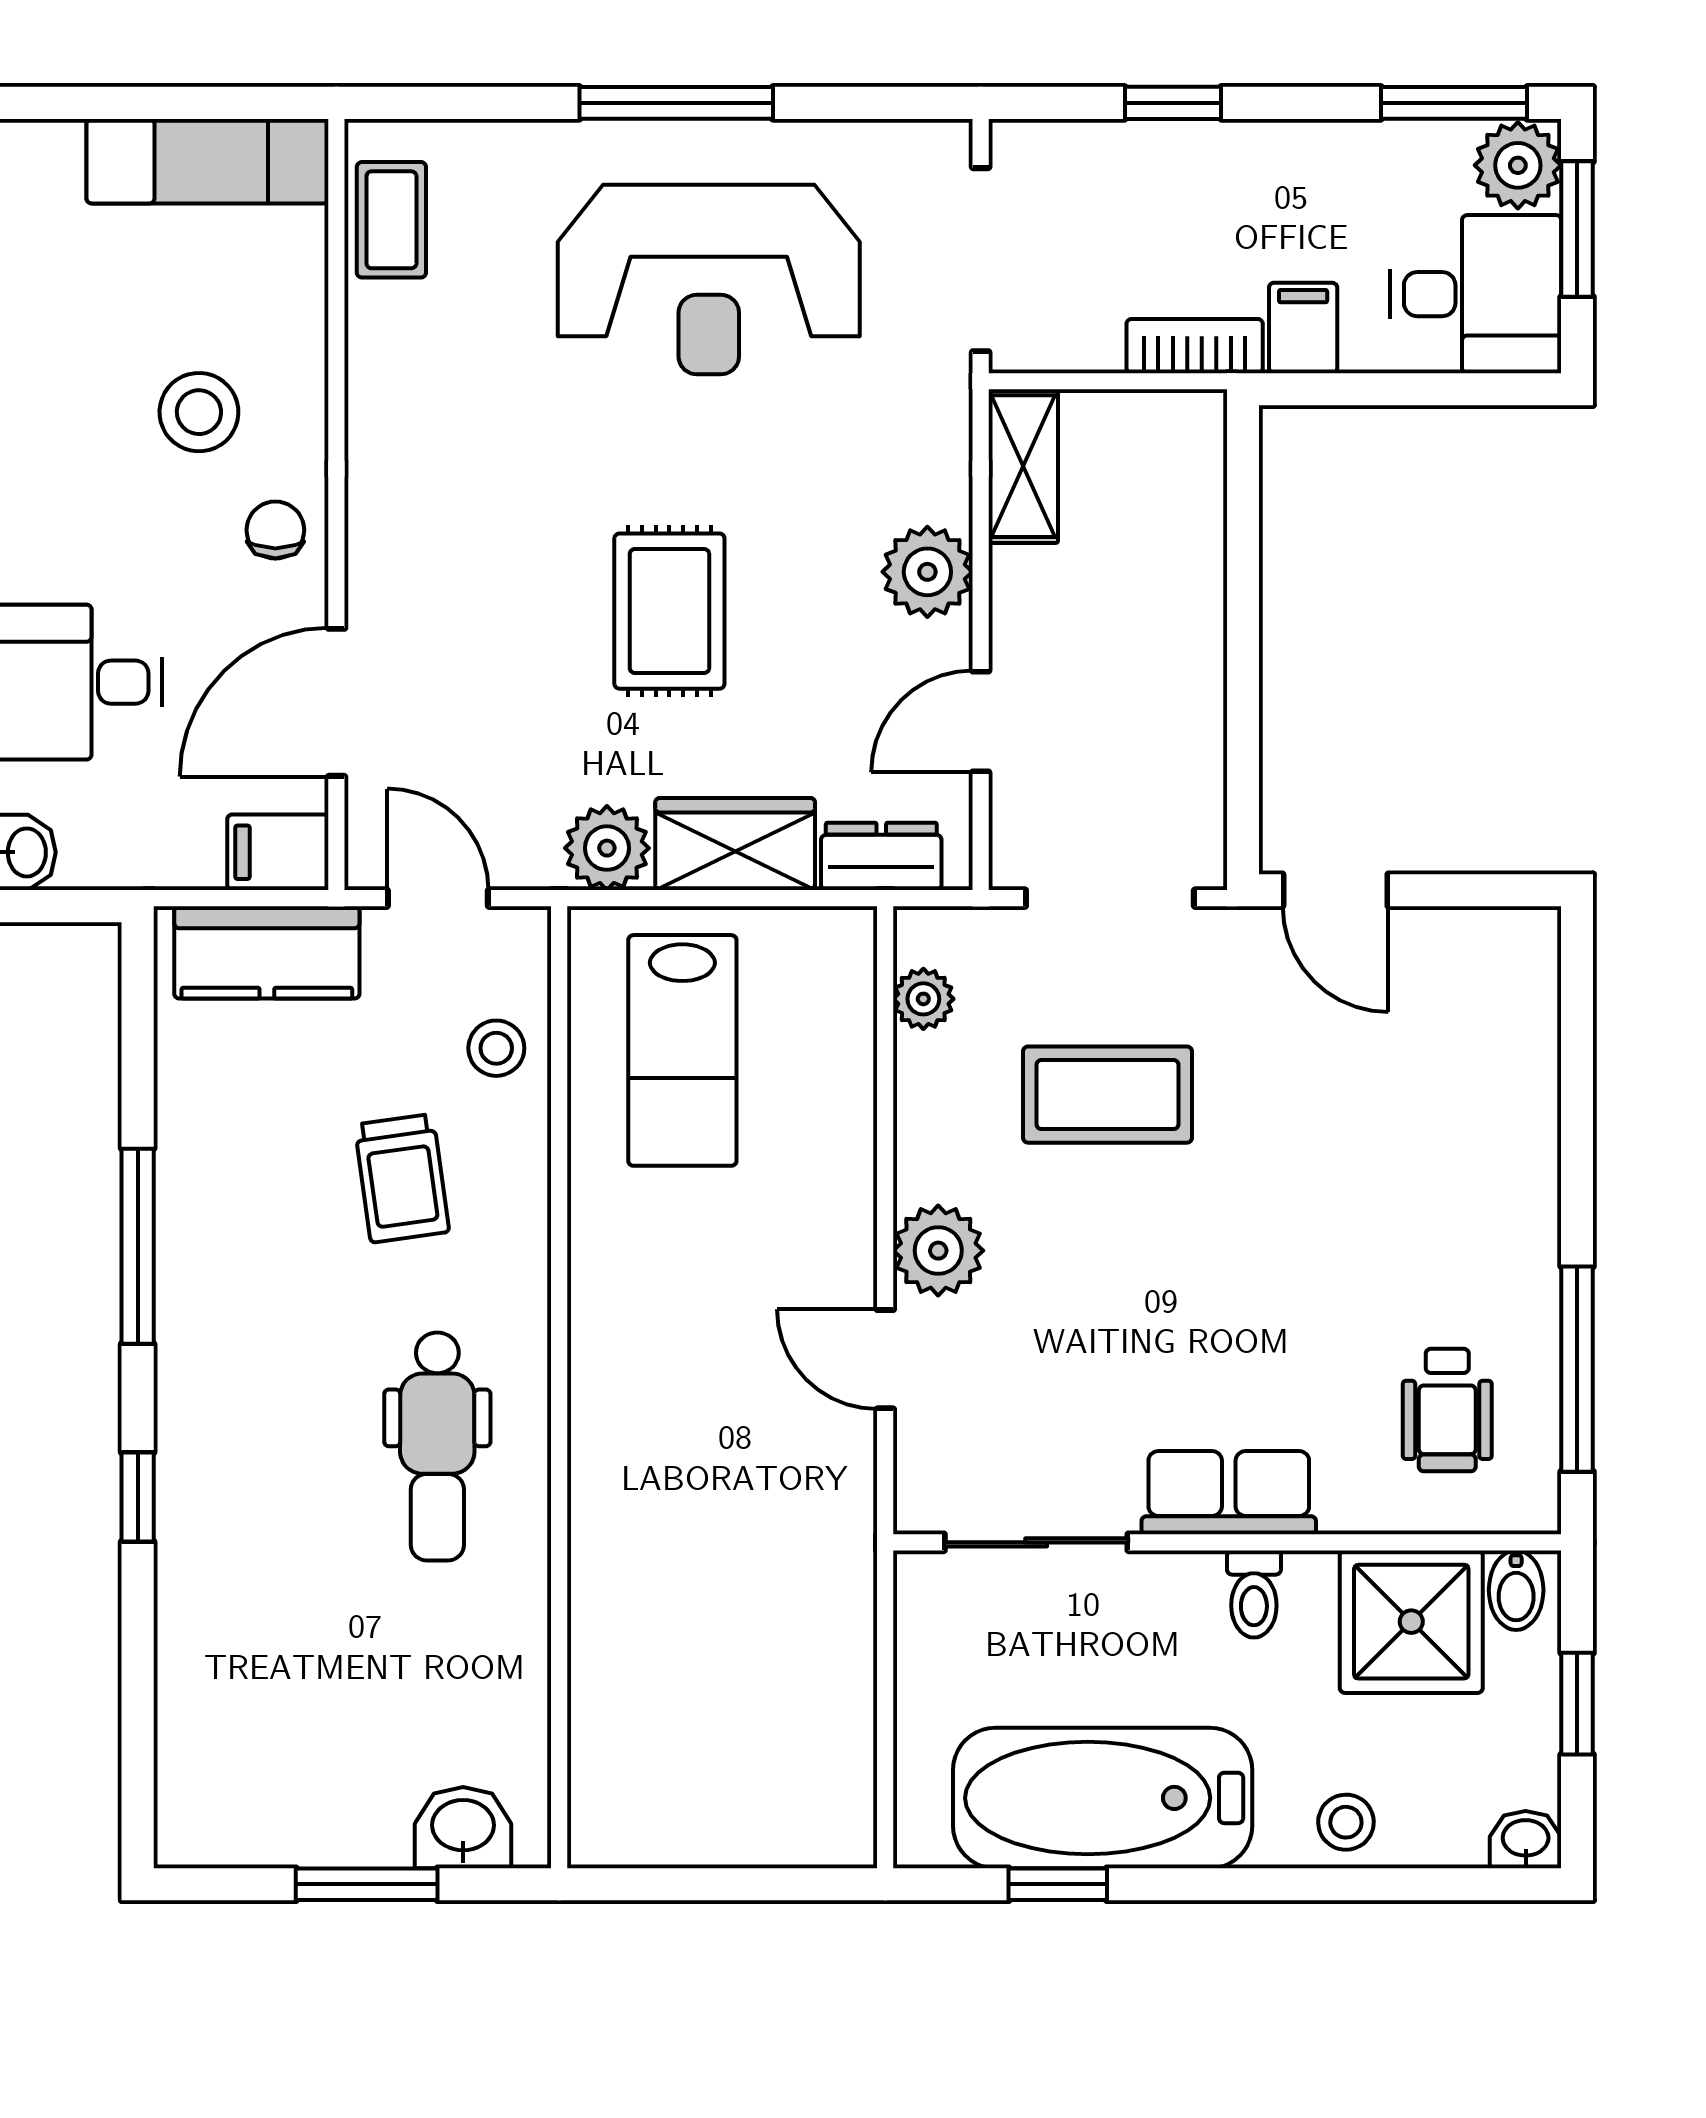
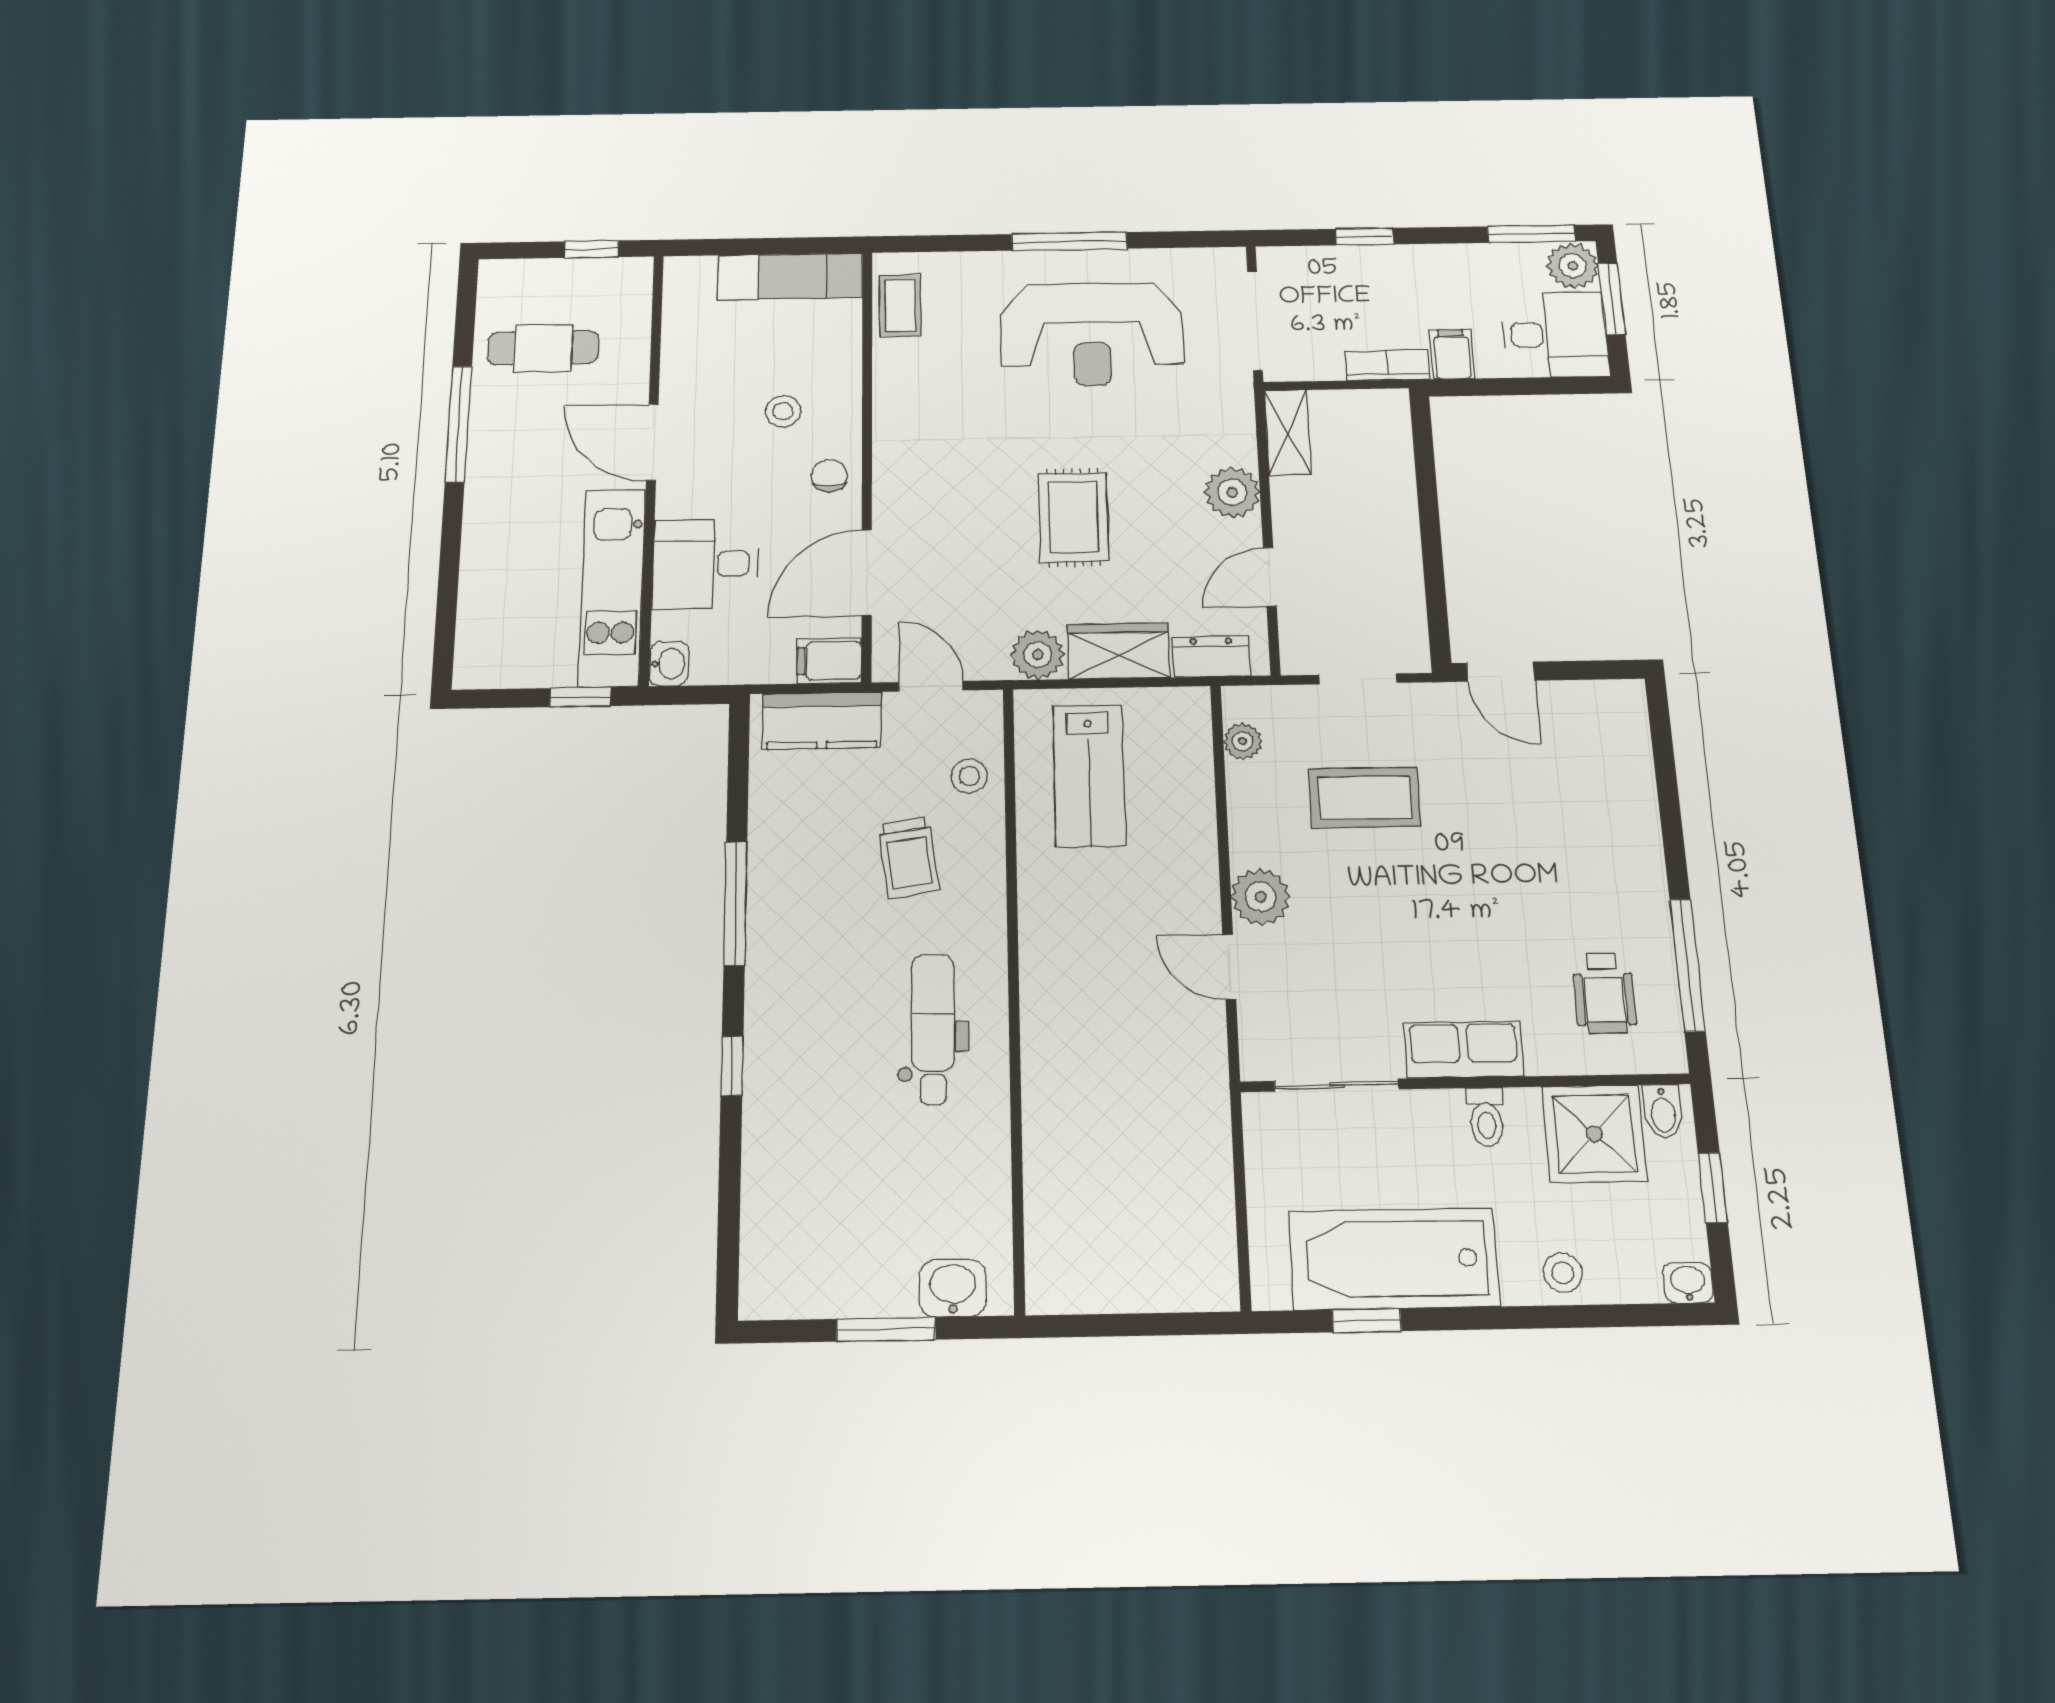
stool: (199, 412) -> (783, 411), width x0.73, depth x0.73
doorway: (1110, 898) -> (1358, 679), width x0.73
dental chair: (437, 1446) -> (933, 1029), turned 180

